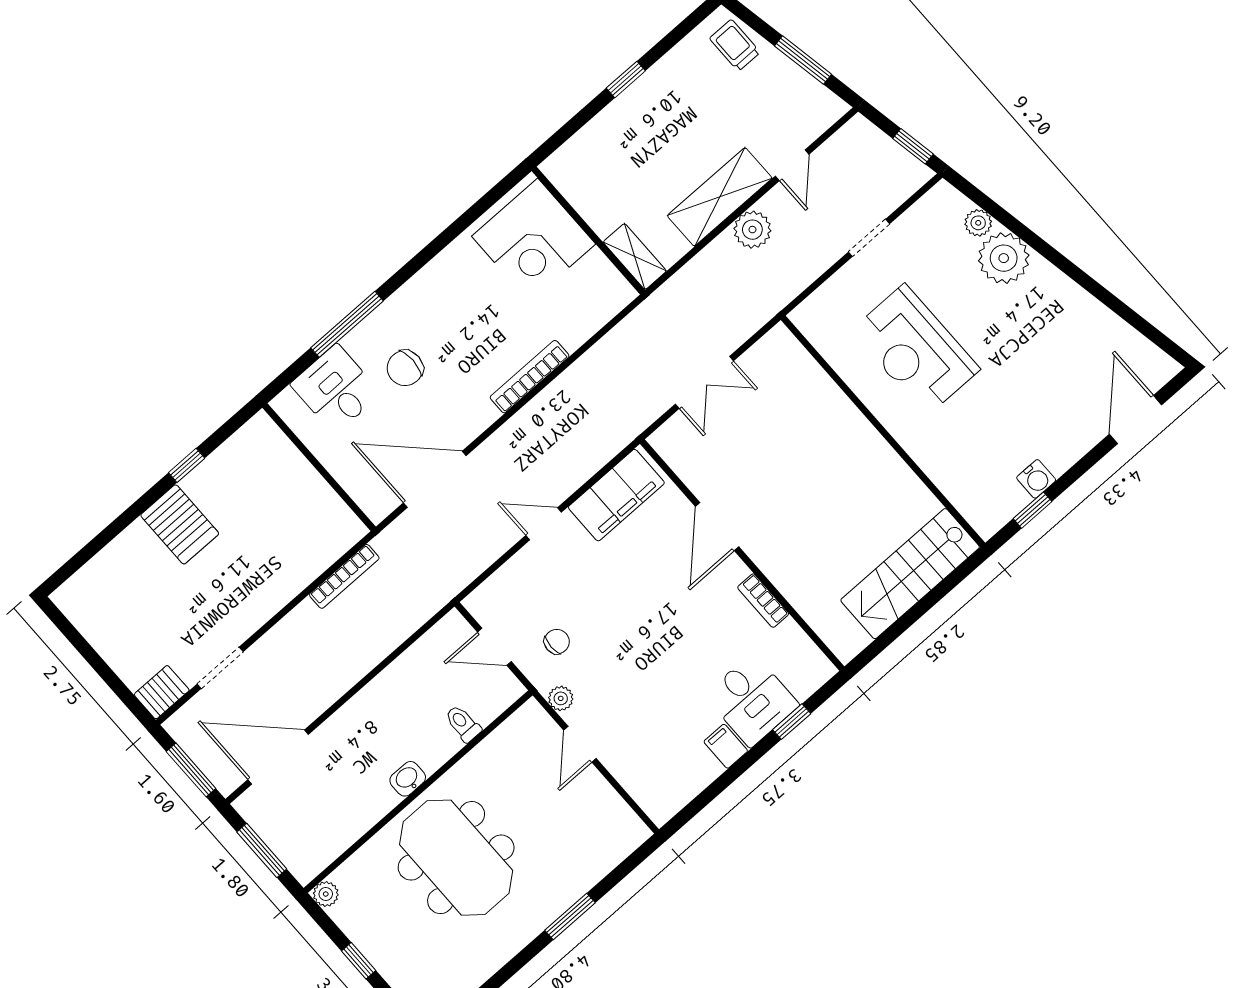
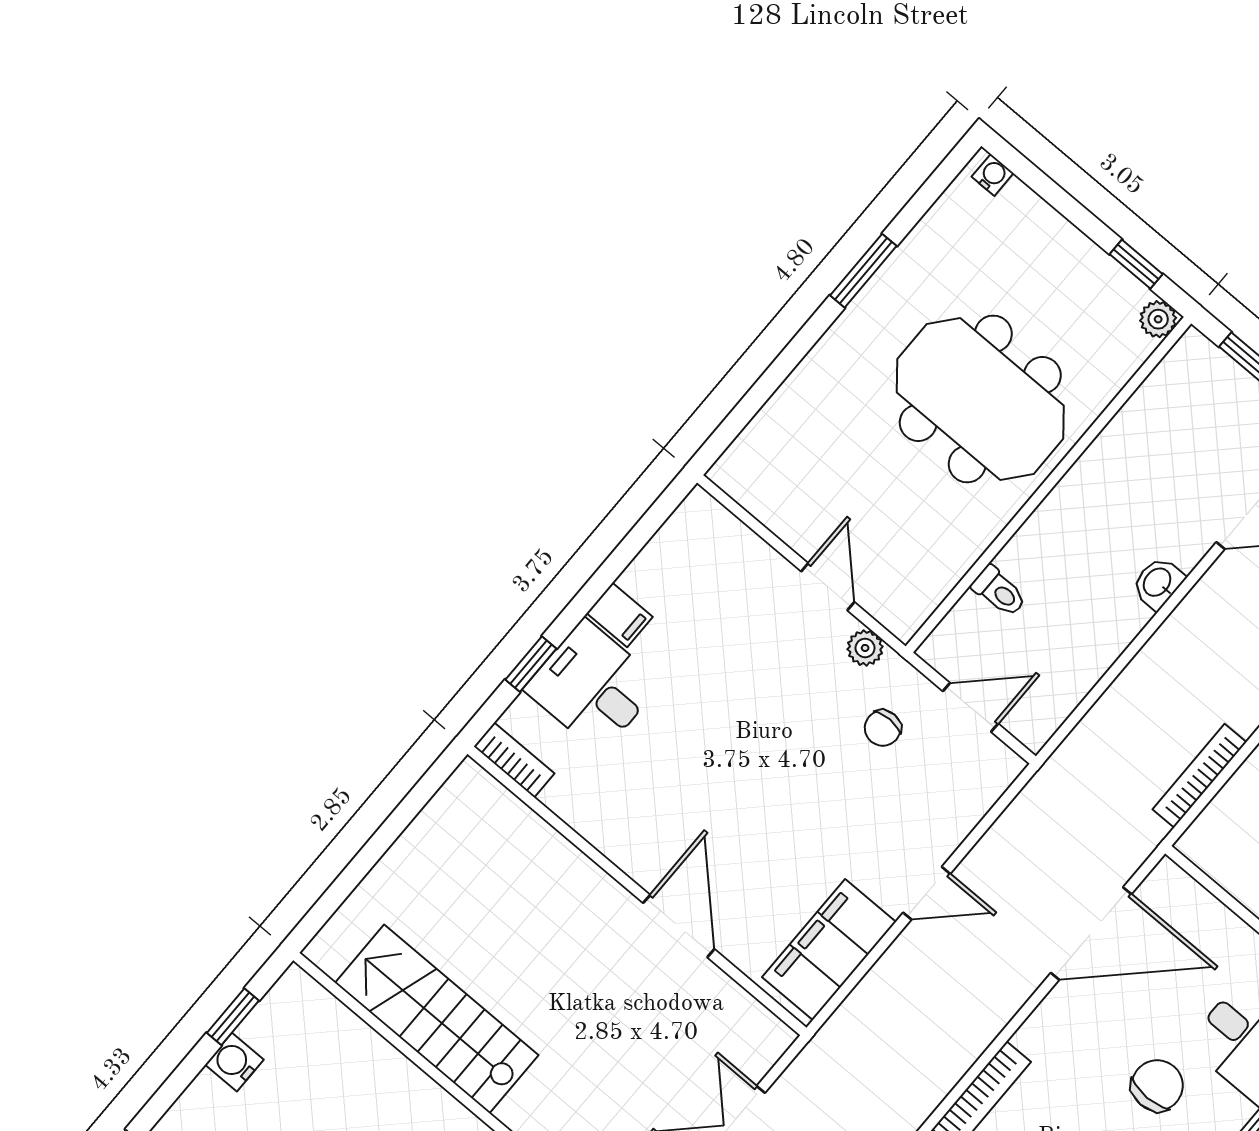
stairs: (910, 574) -> (437, 1019), moved, turned -90
bookcase: (763, 601) -> (514, 760), moved
washbasin: (408, 779) -> (1158, 583), moved, turned 180
window: (570, 916) -> (863, 271), moved
window: (359, 961) -> (1136, 264), moved

